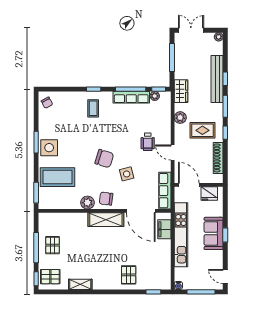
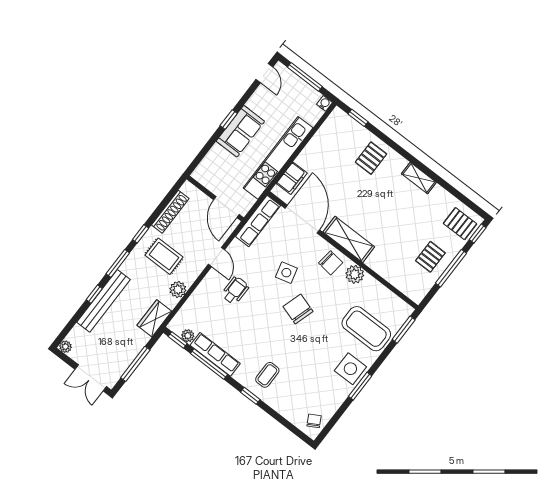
fridge: (209, 194) -> (211, 180), removed
shelving: (80, 284) -> (419, 178), moved

